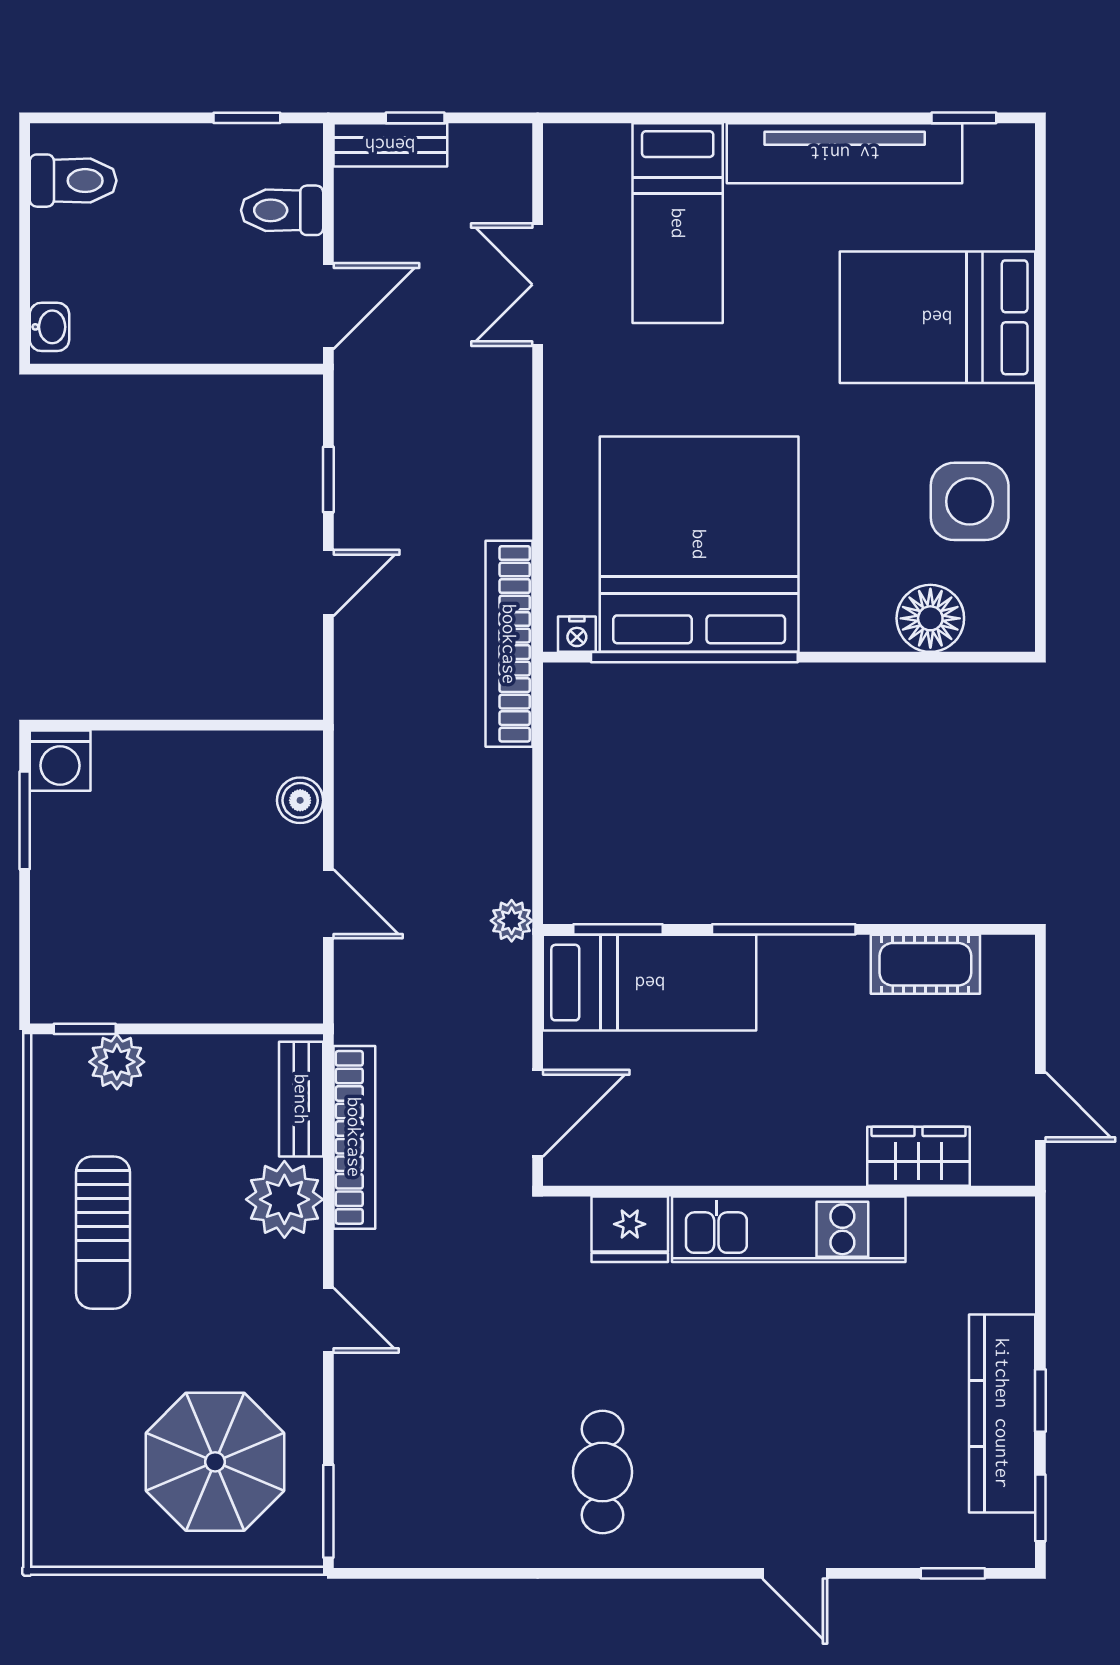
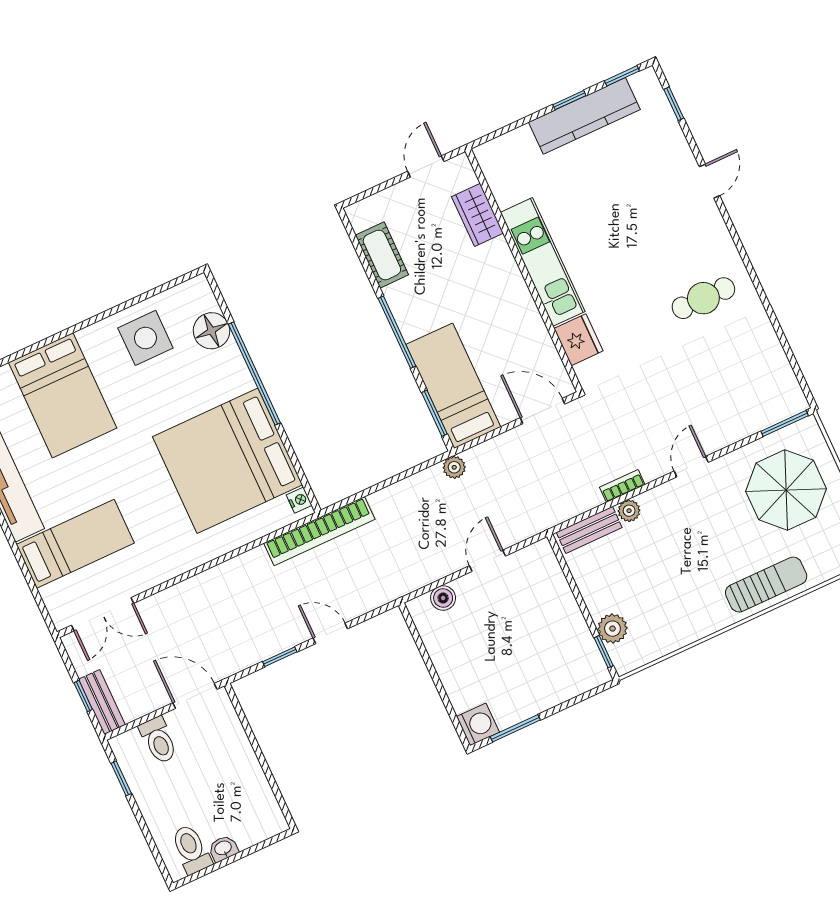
double door: (538, 285) -> (103, 614), moved
washbasin: (49, 327) -> (223, 848), moved
window: (694, 657) -> (254, 374), moved
bookcase: (354, 1137) -> (622, 486), width x0.43, depth x0.76
plant: (284, 1199) -> (629, 511), width x0.53, depth x0.53
sun lounger: (103, 1233) -> (766, 585), moved

